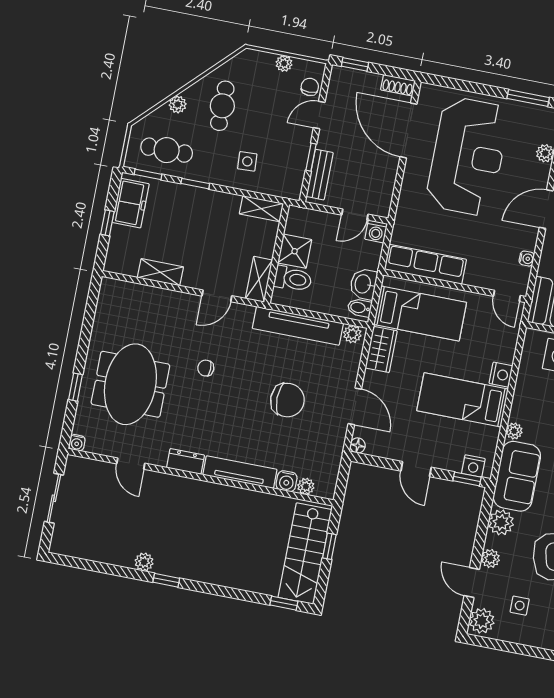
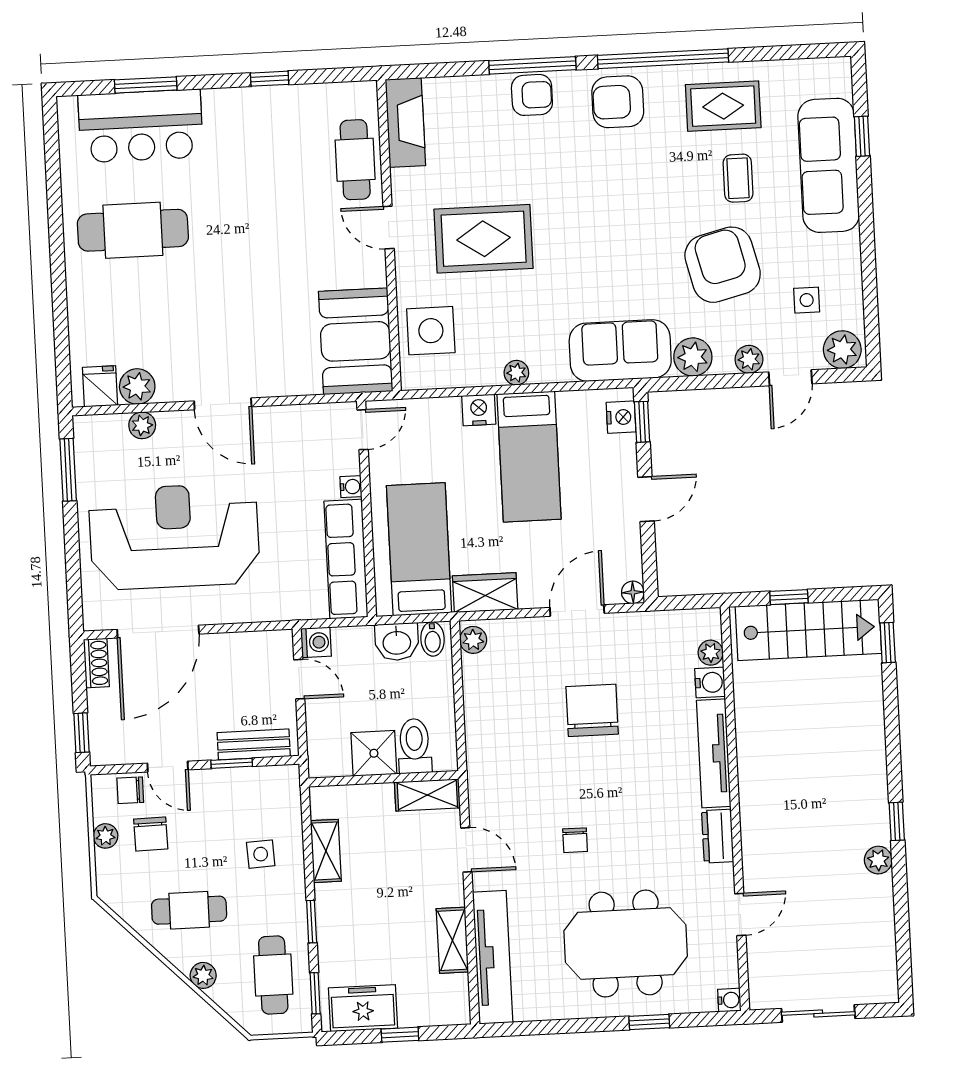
chair: (278, 93) -> (151, 834), added
shelving: (261, 209) -> (326, 851), moved
water cooler: (527, 259) -> (351, 487), moved, turned 90
tv unit: (298, 326) -> (493, 957), moved
plant: (514, 431) -> (516, 373), moved

